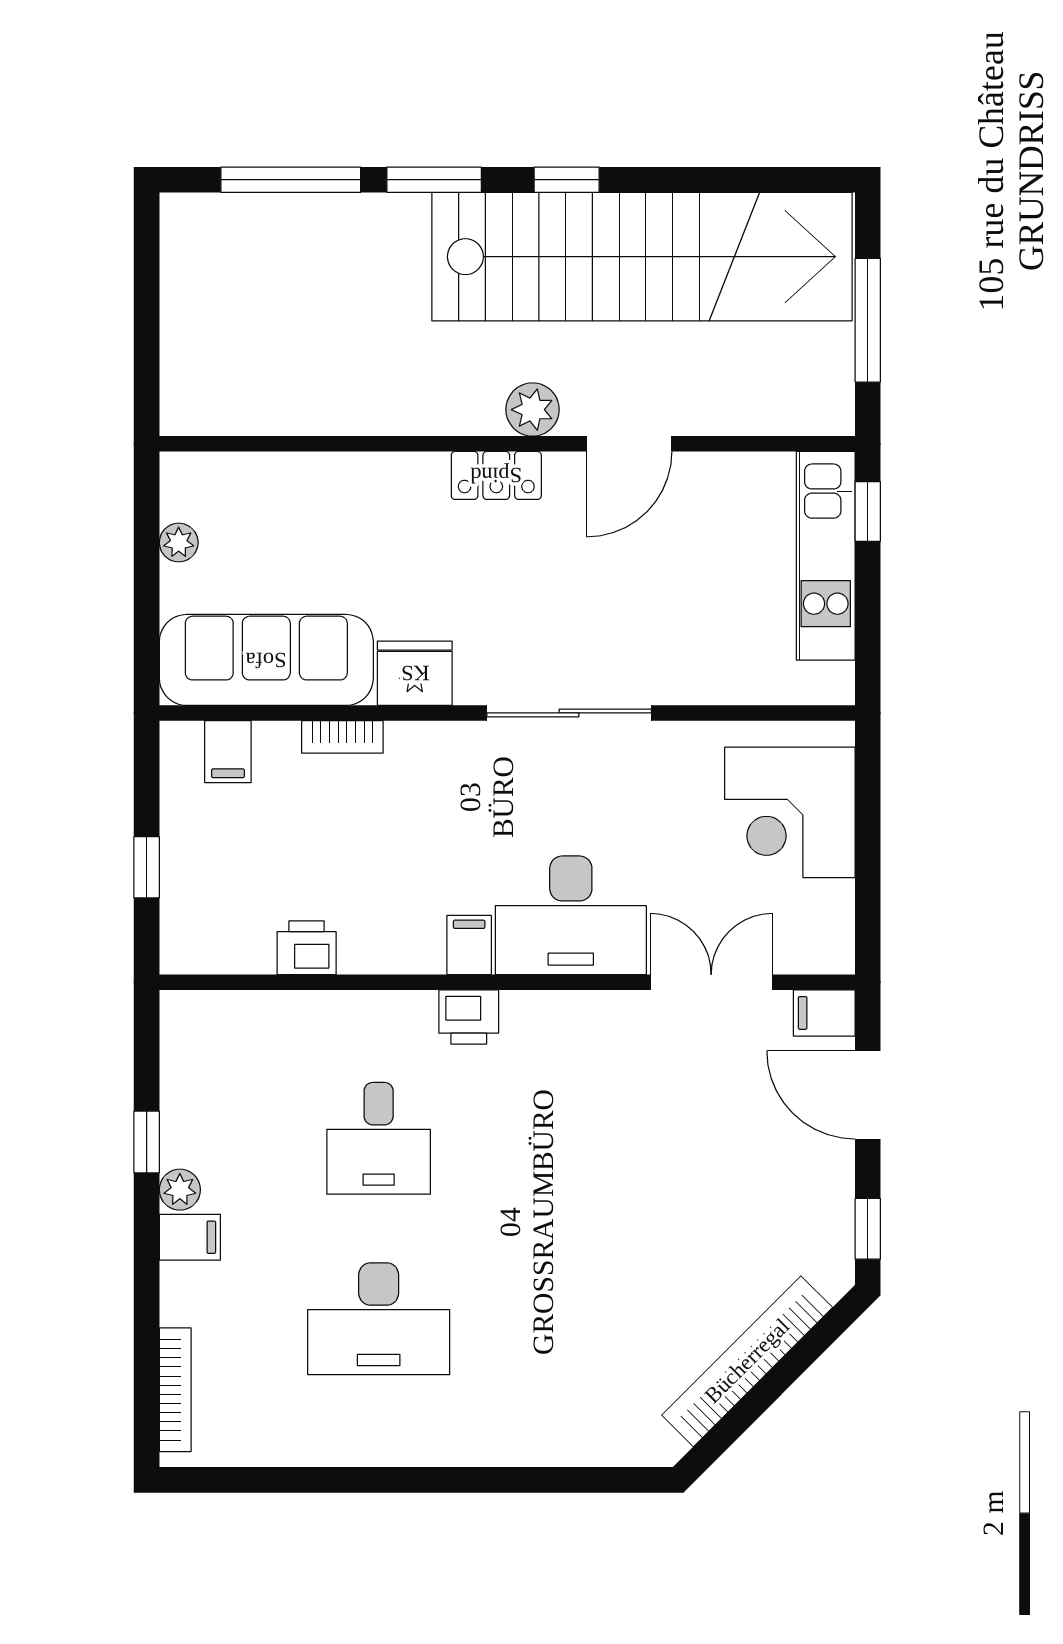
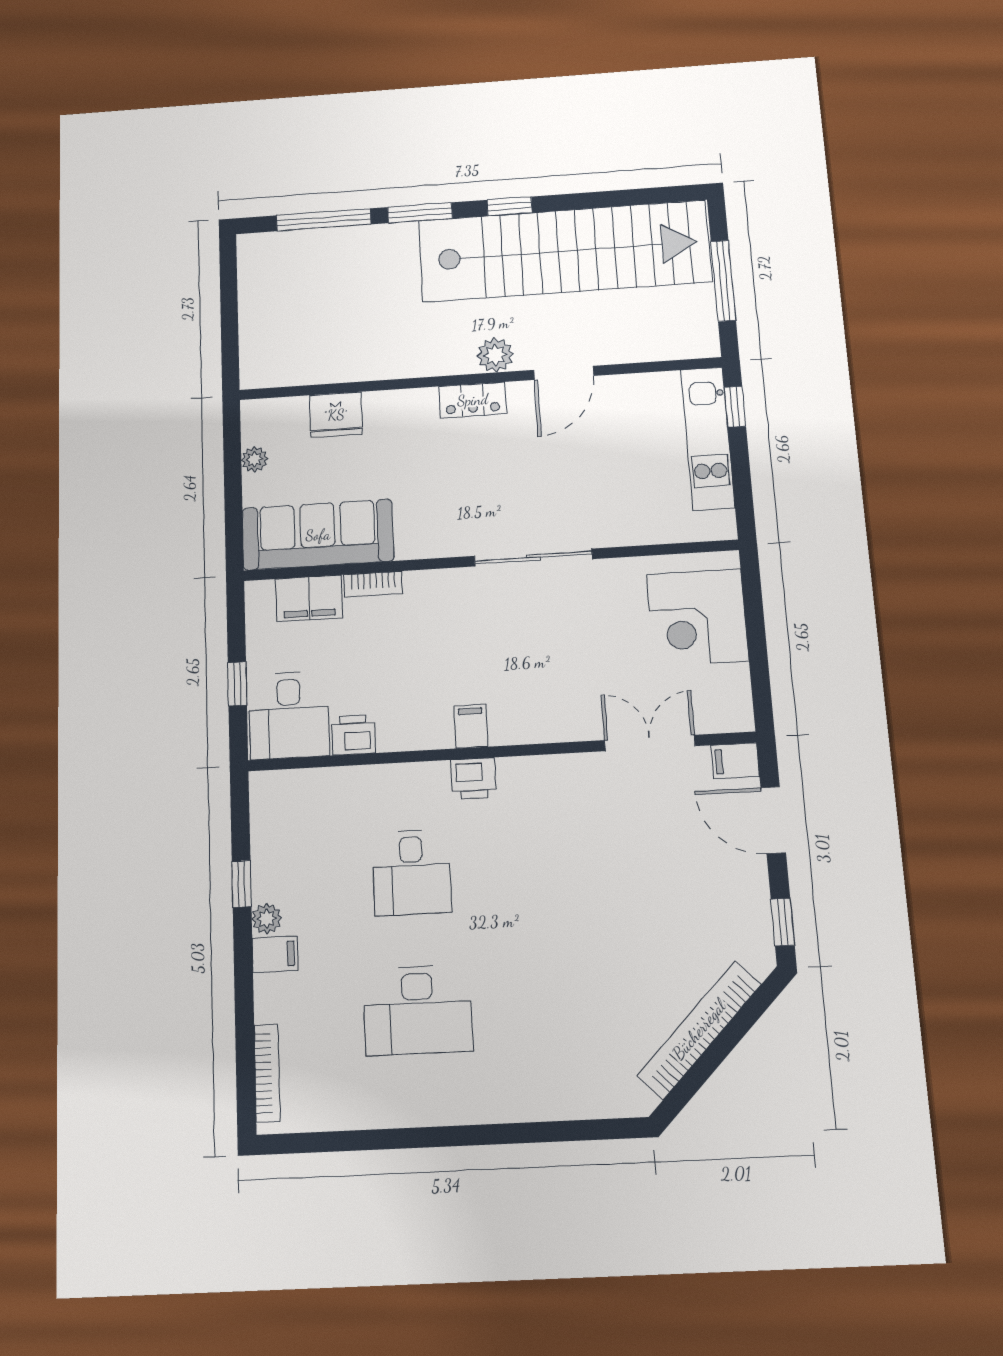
fridge: (415, 673) -> (336, 415), moved, turned 180
filing cabinet: (228, 752) -> (309, 598), width x2.00
desk: (571, 915) -> (289, 715), moved, width x0.73

